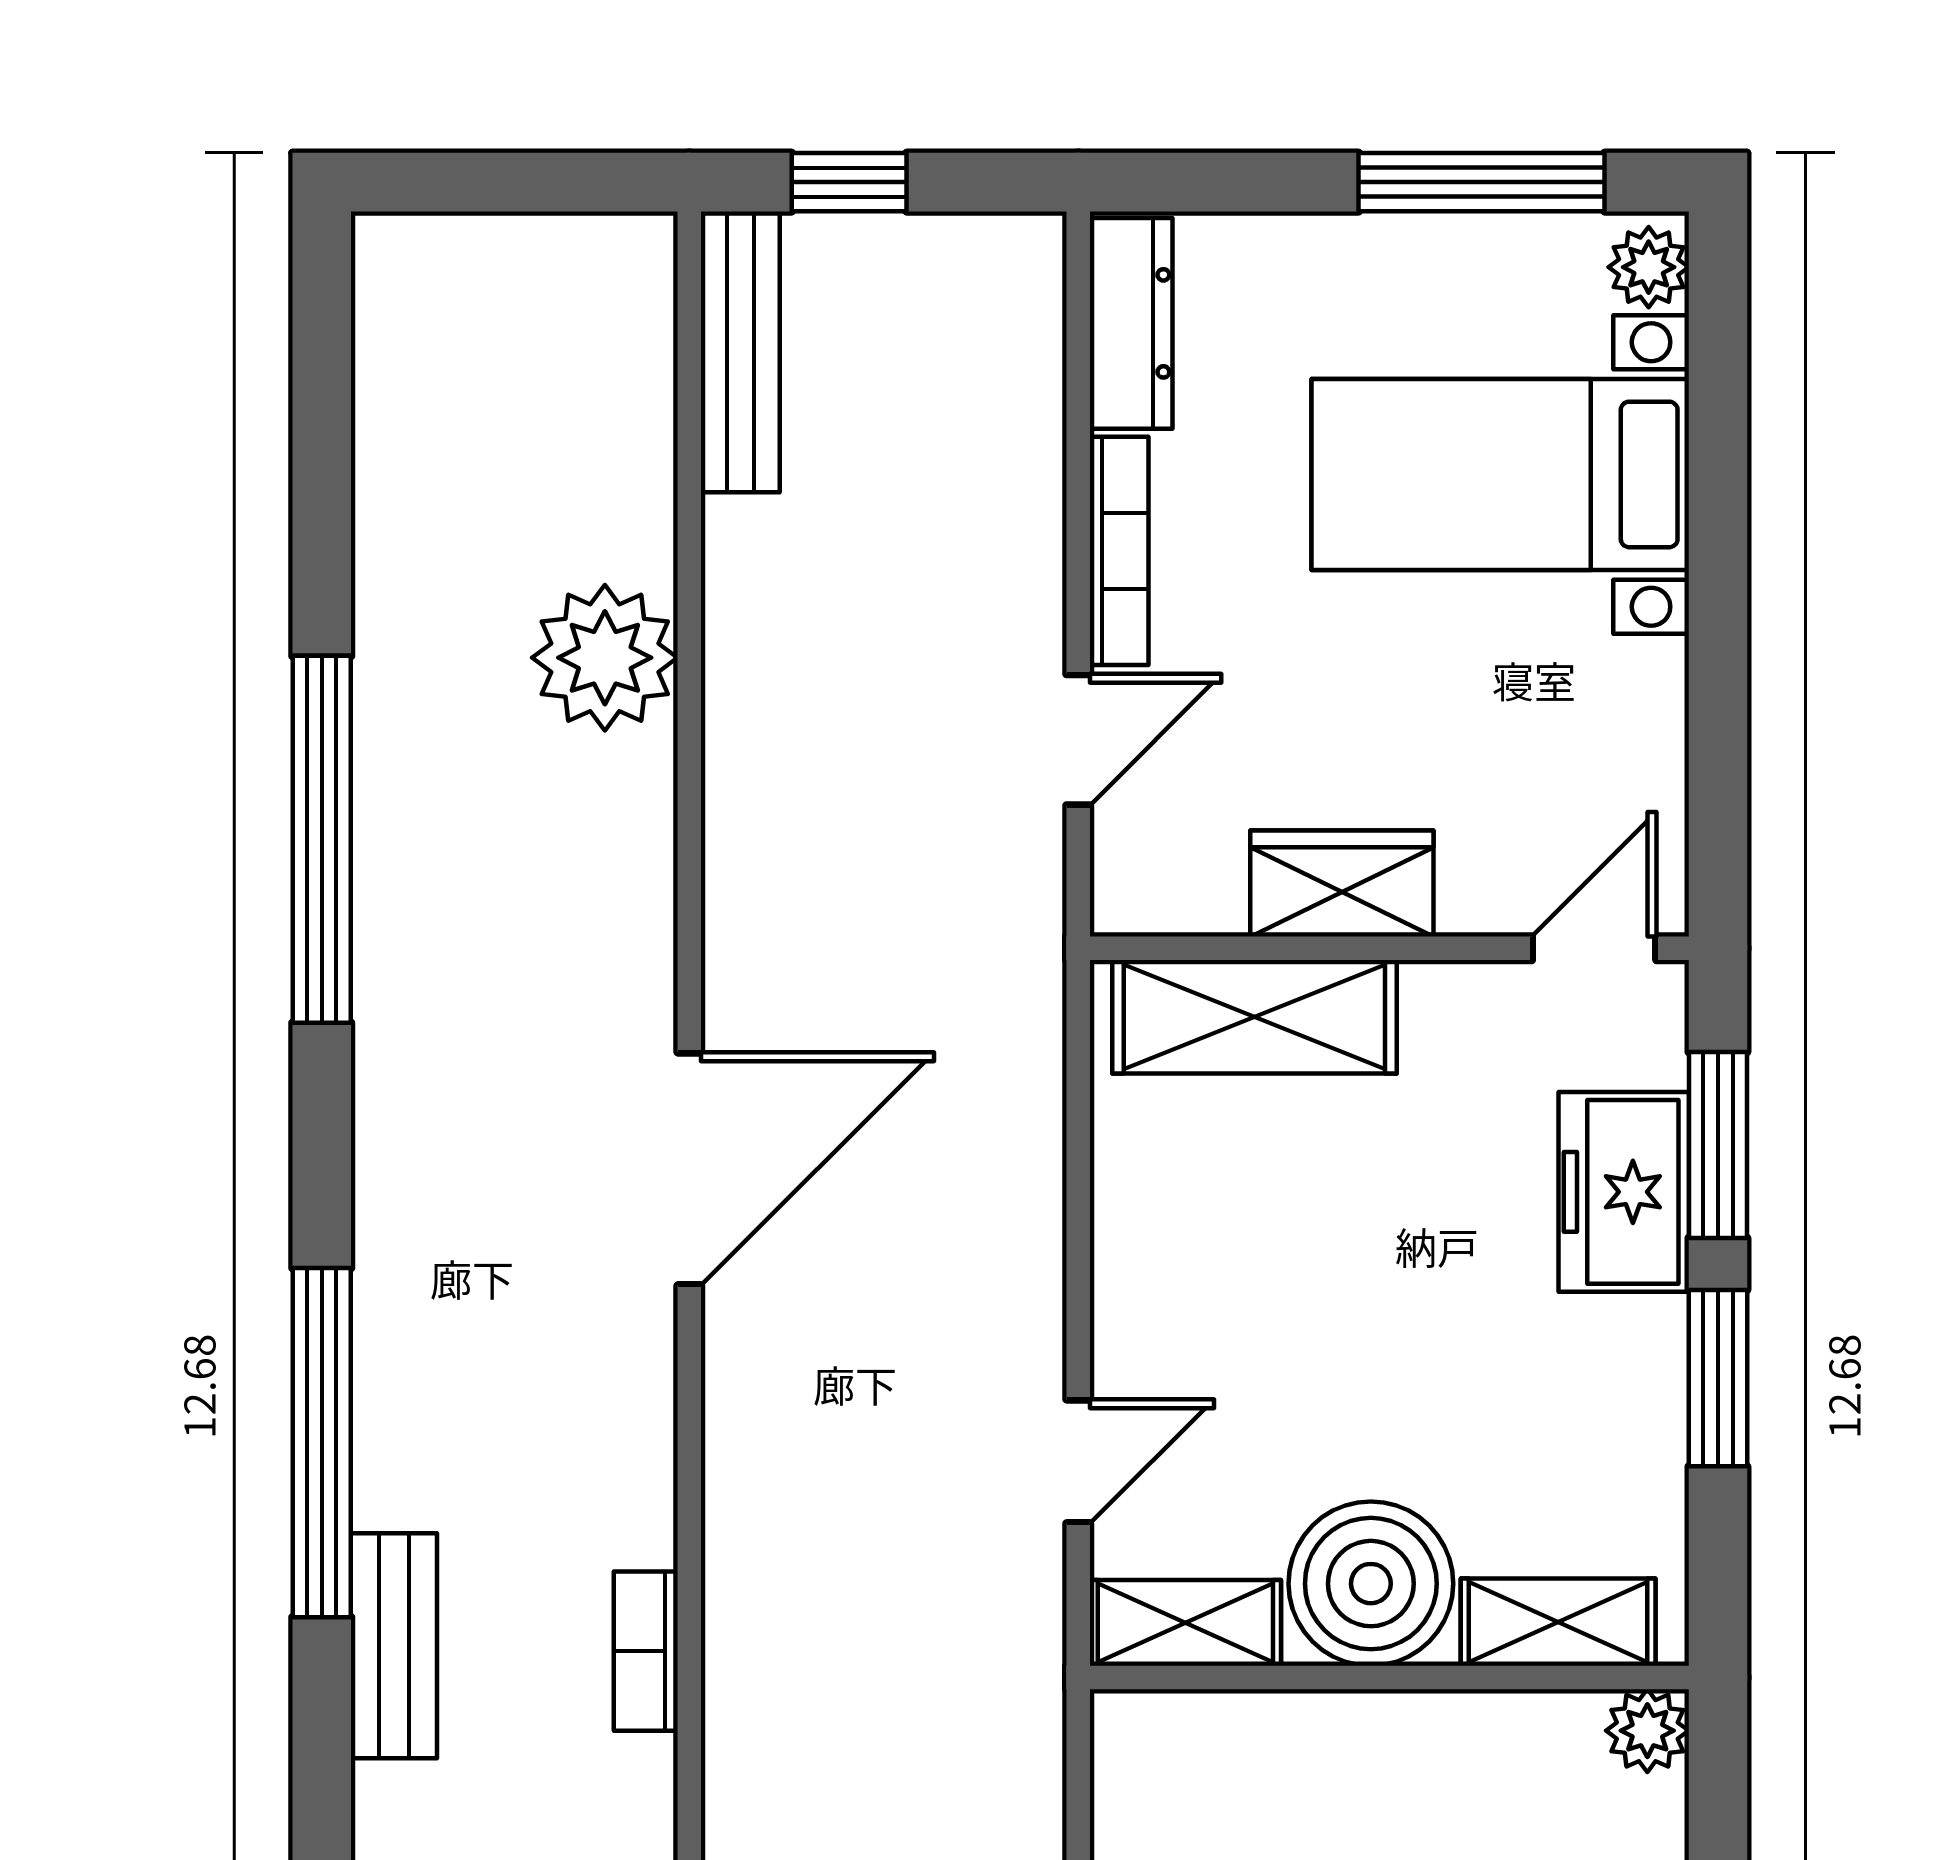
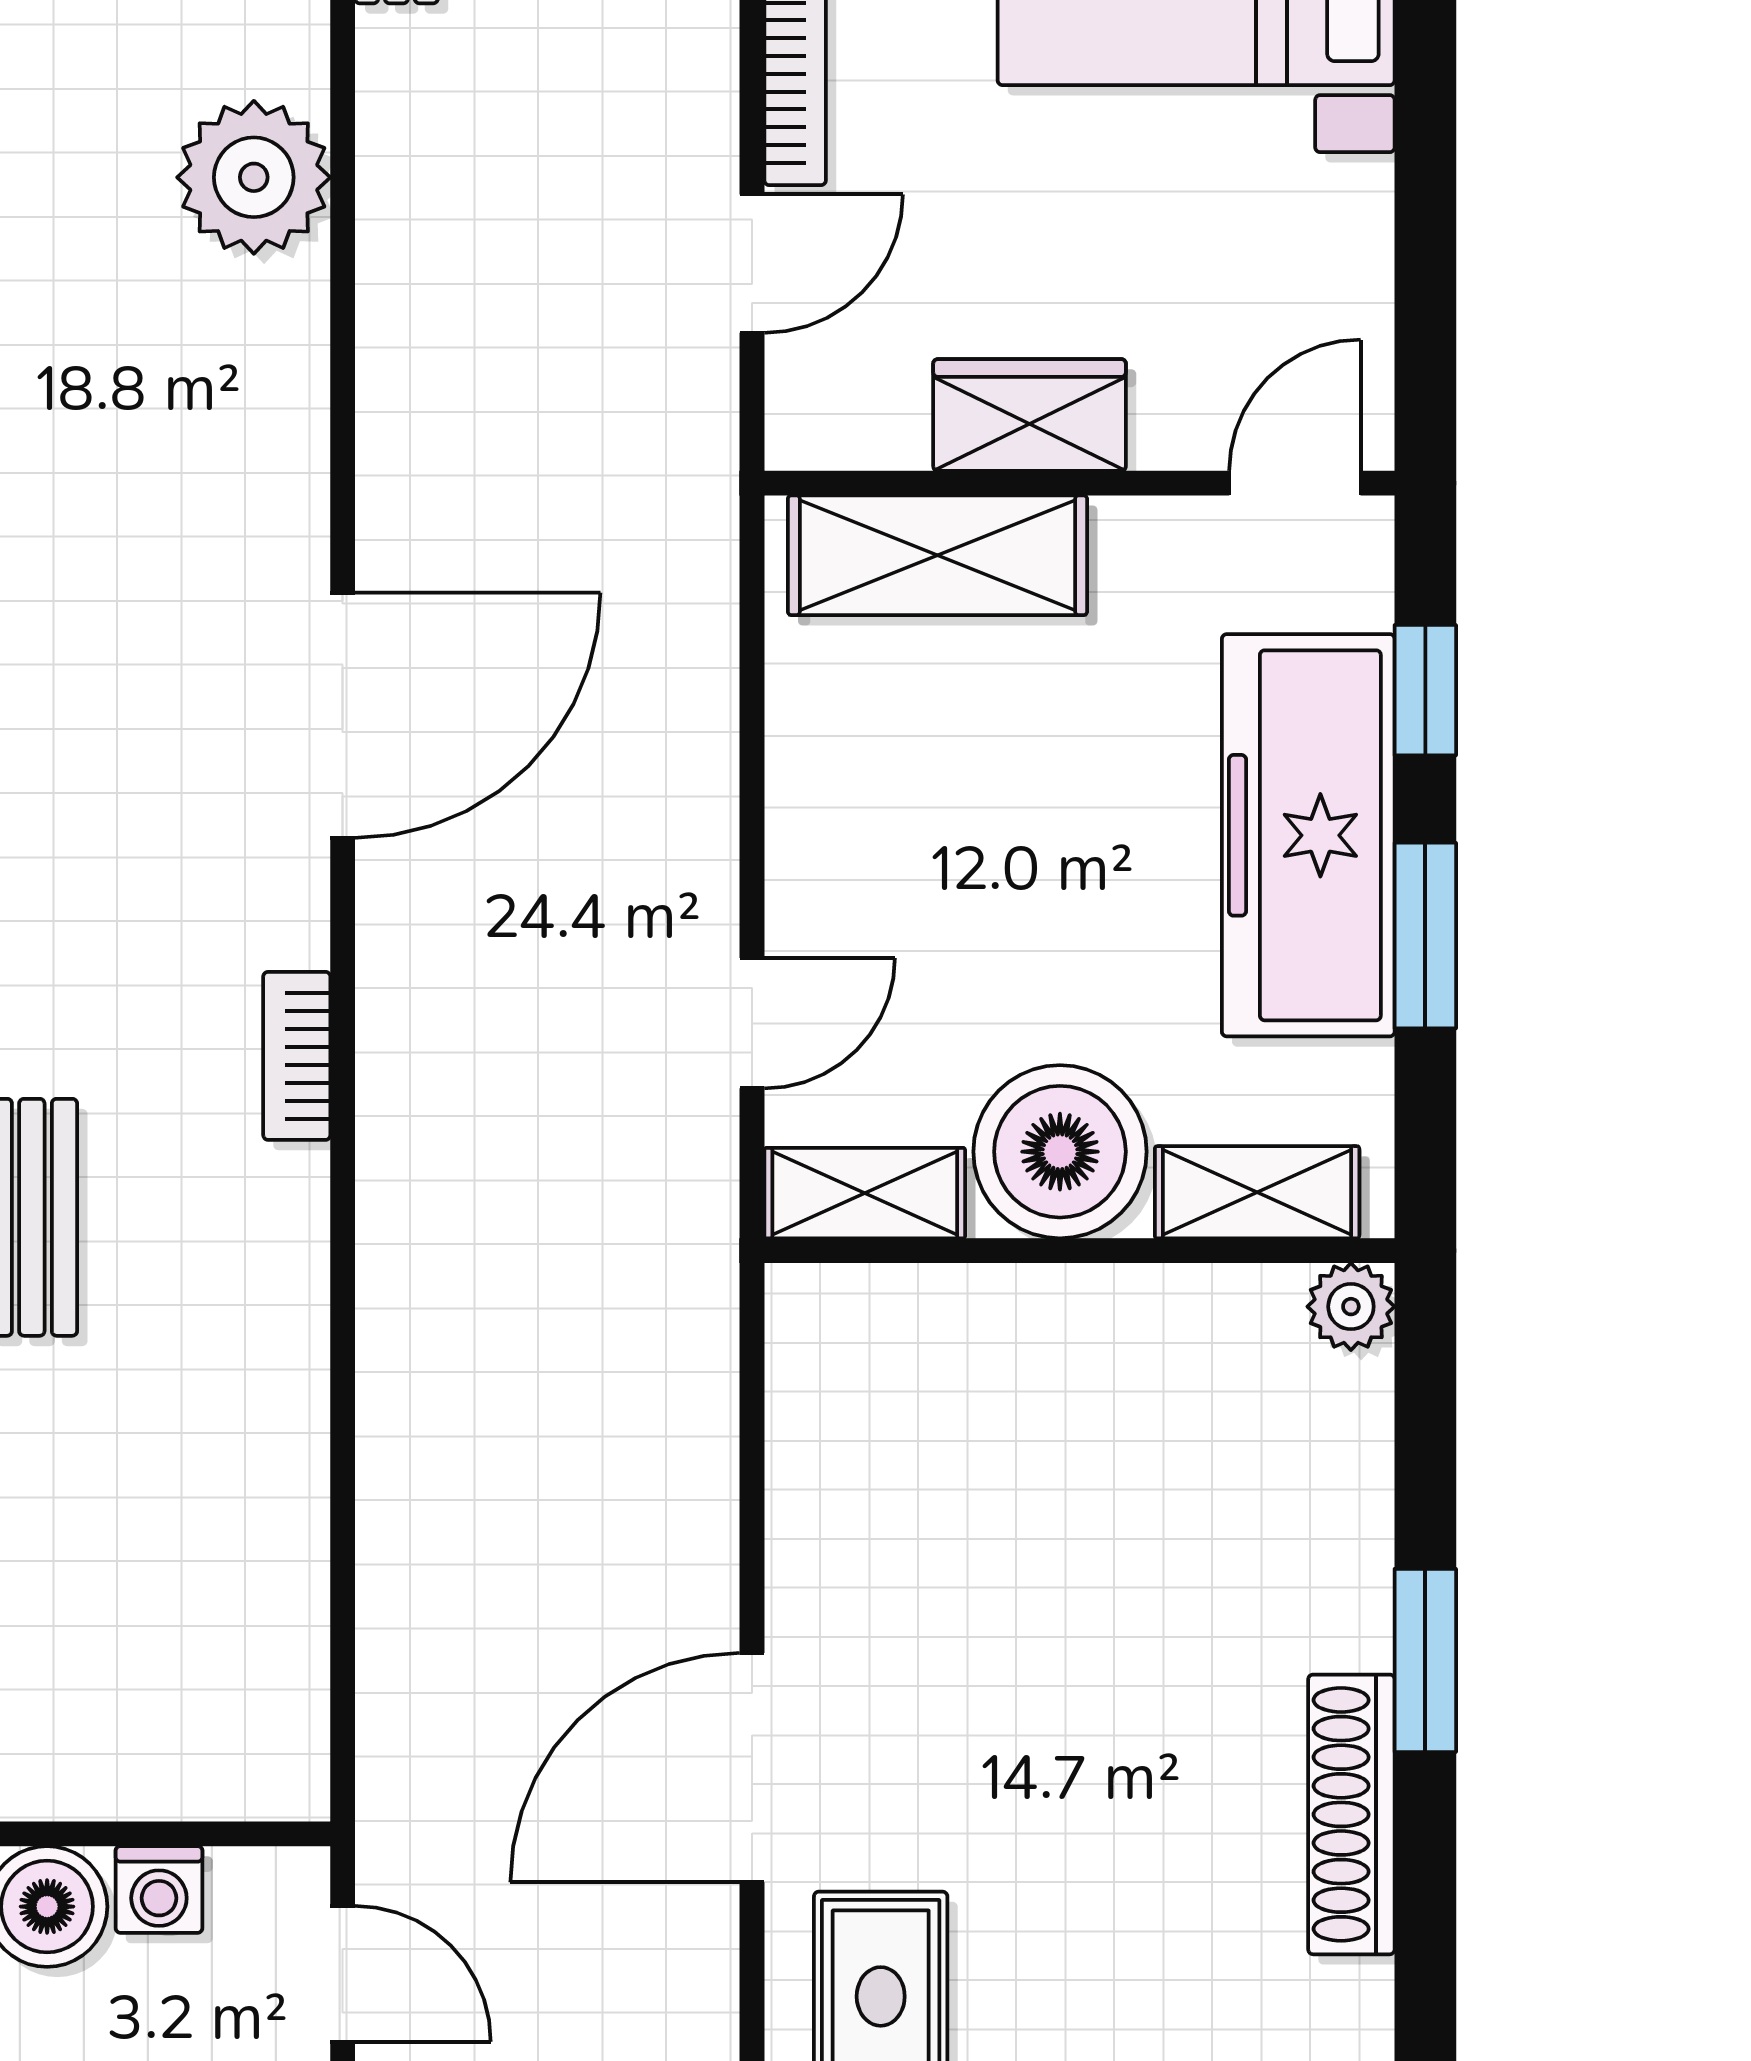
window: (1718, 1145) -> (1425, 690), width x0.67
freezer: (1624, 1192) -> (1308, 835), width x1.91, depth x1.26
bookcase: (646, 1651) -> (297, 1056), moved

